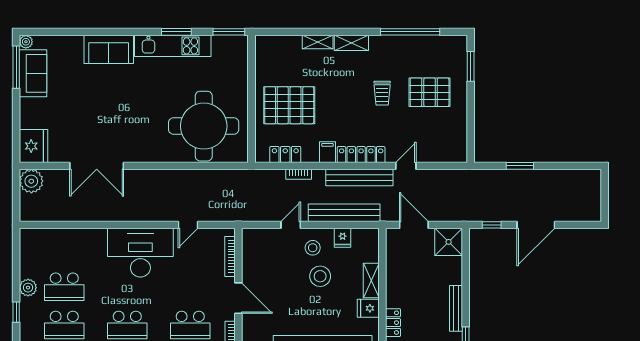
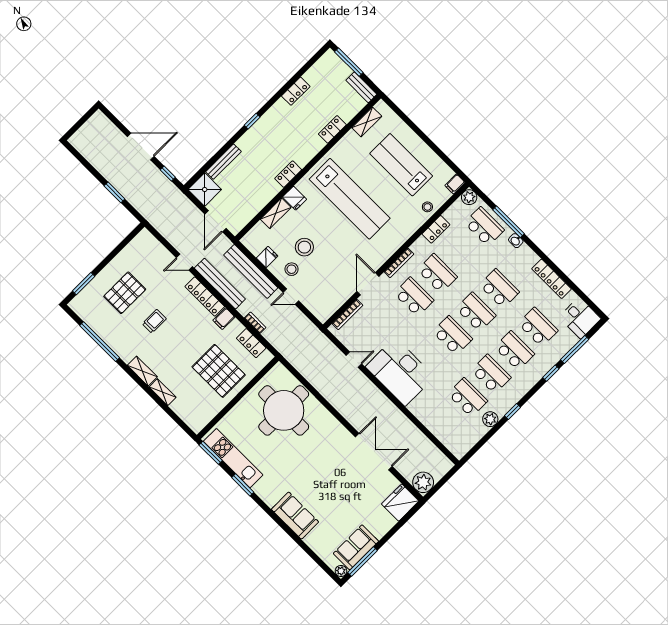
kitchen unit: (173, 46) -> (233, 458), moved
pallet: (430, 92) -> (125, 293), turned 90
bench: (456, 308) -> (223, 162), moved

